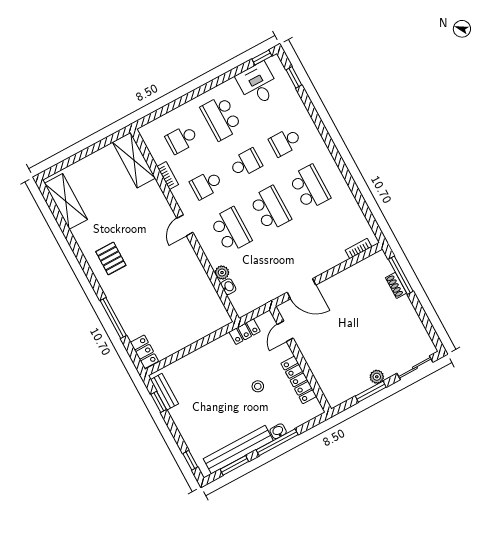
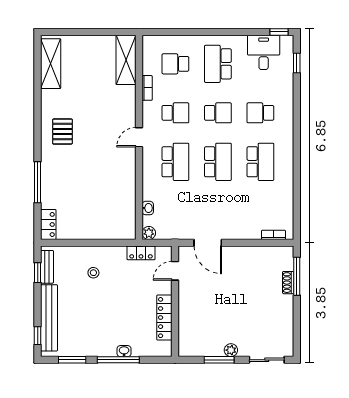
school desk: (206, 184) -> (175, 113), turned 180
plant: (222, 273) -> (149, 233), moved
stool: (258, 386) -> (93, 273), moved
bench: (238, 450) -> (49, 318), moved, turned 90

